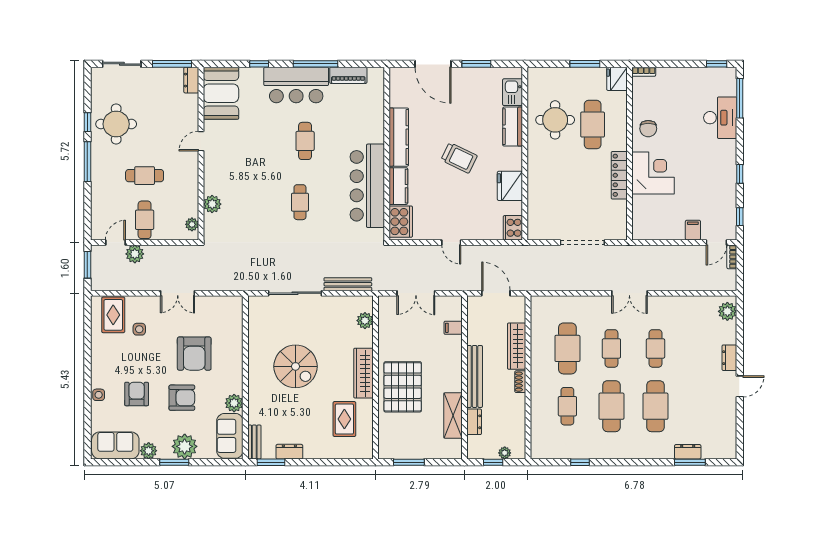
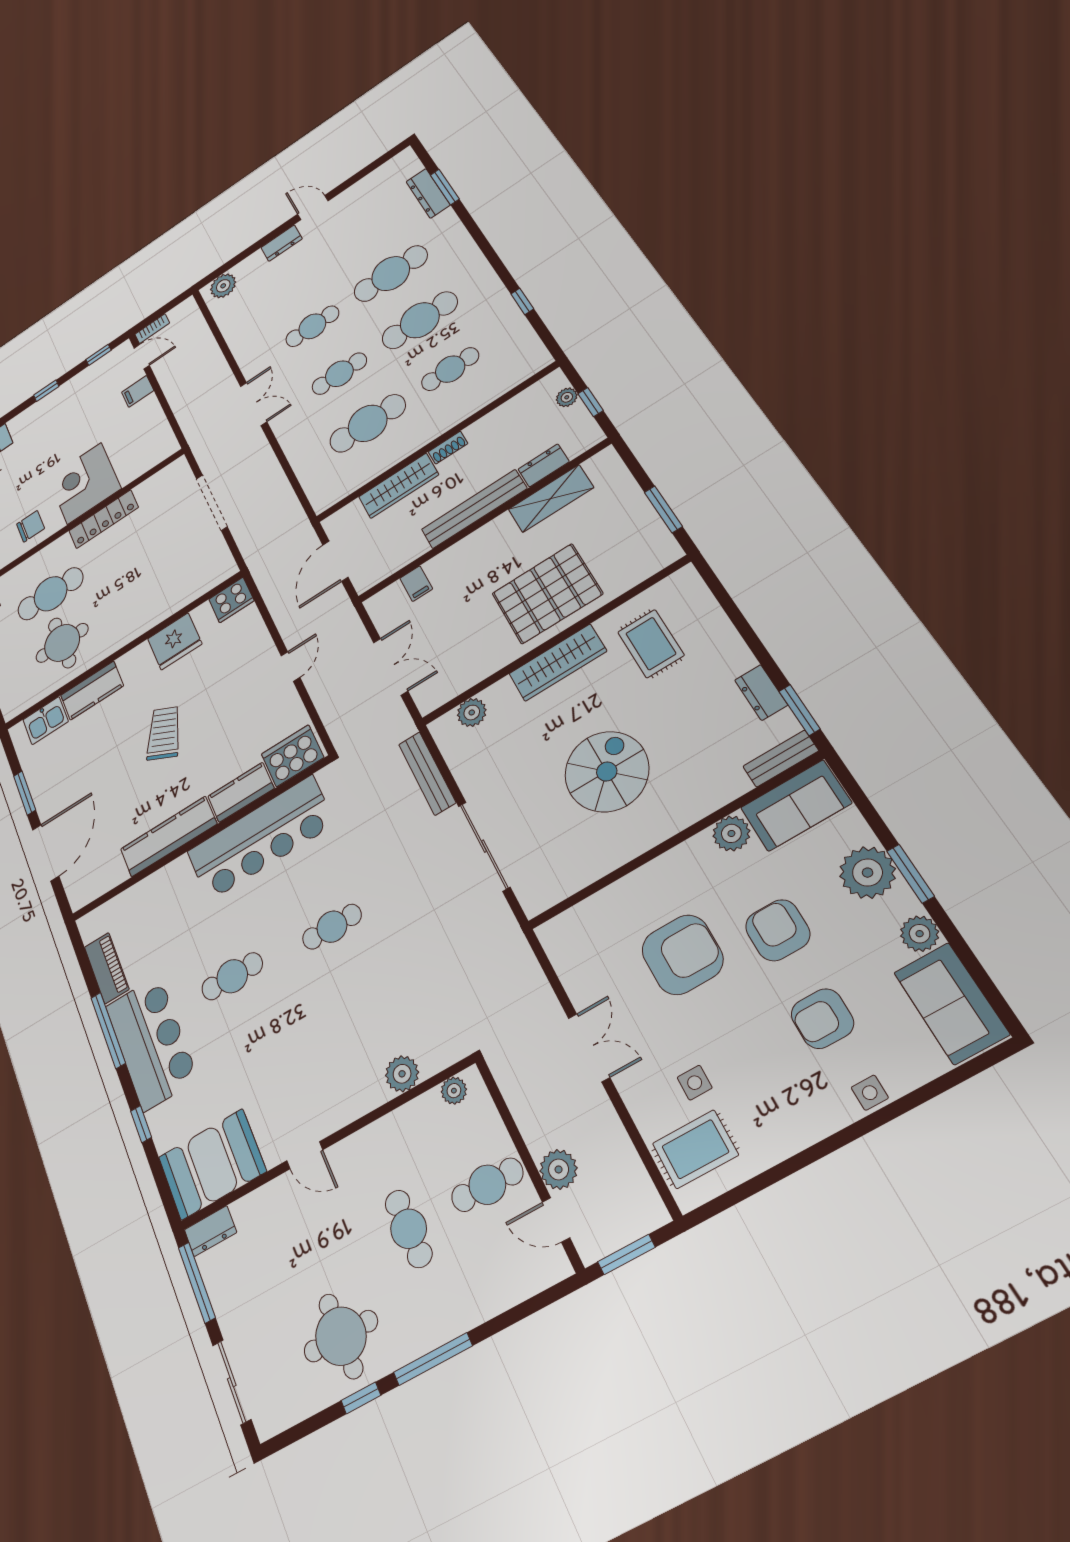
rug: (344, 419) -> (651, 644), turned 90
dresser: (688, 452) -> (428, 193), width x1.44

